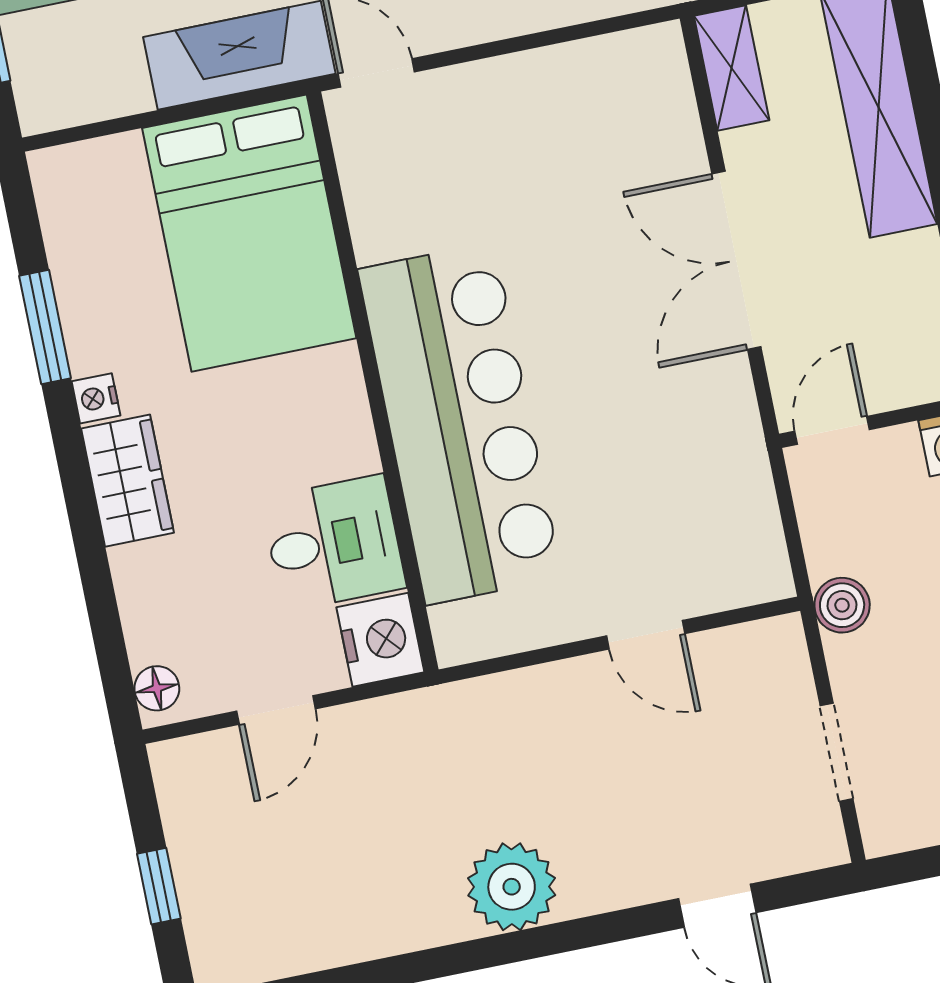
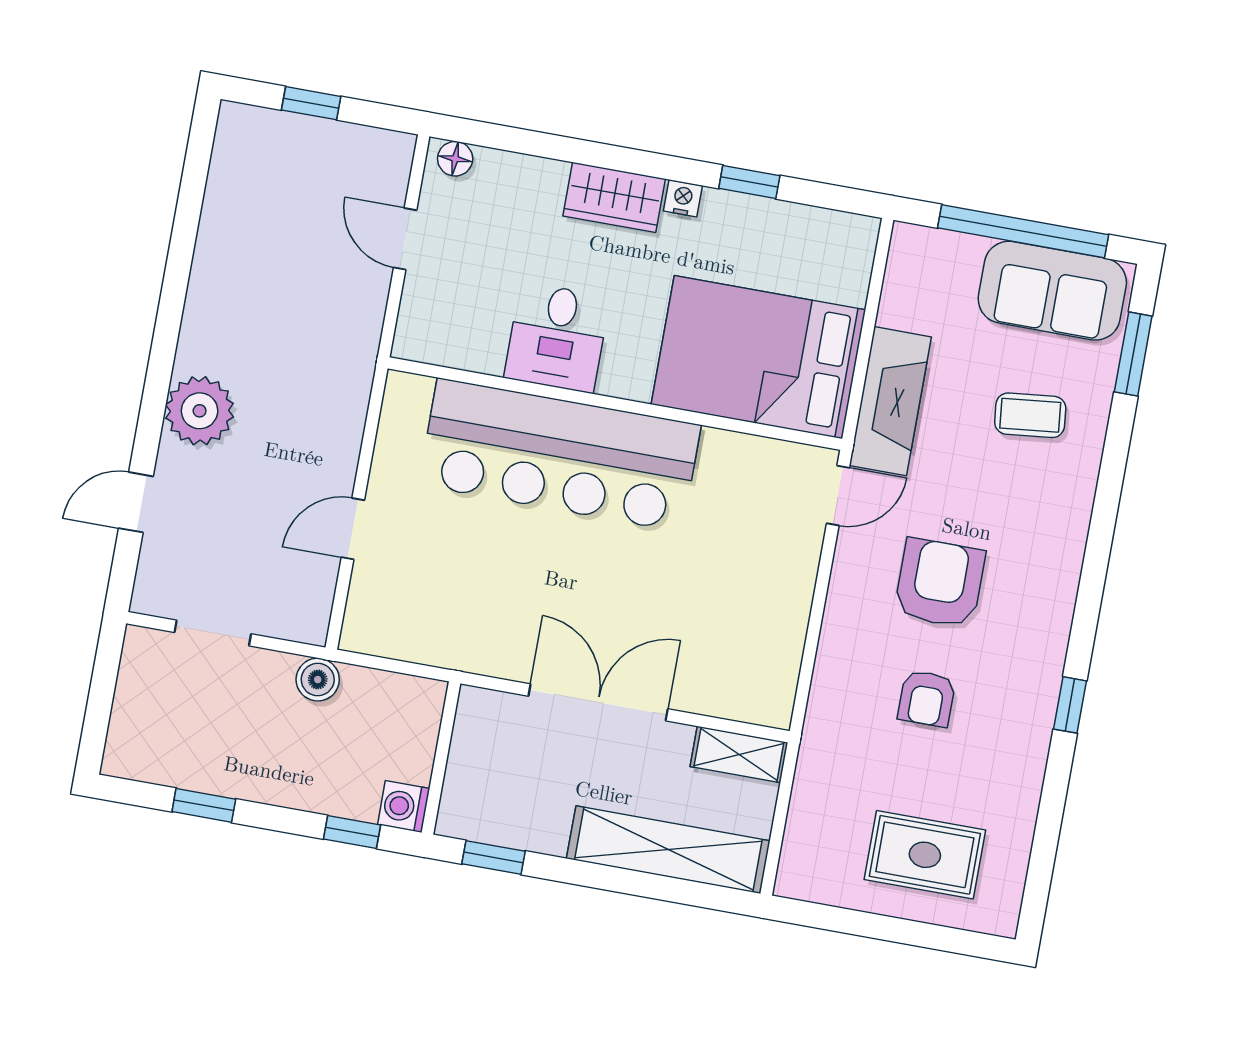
window: (45, 327) -> (749, 182), width x0.67
door: (832, 430) -> (447, 723), removed
desk: (334, 543) -> (557, 337), moved
nightstand: (380, 640) -> (426, 335), removed
plant: (512, 887) -> (200, 411), moved

